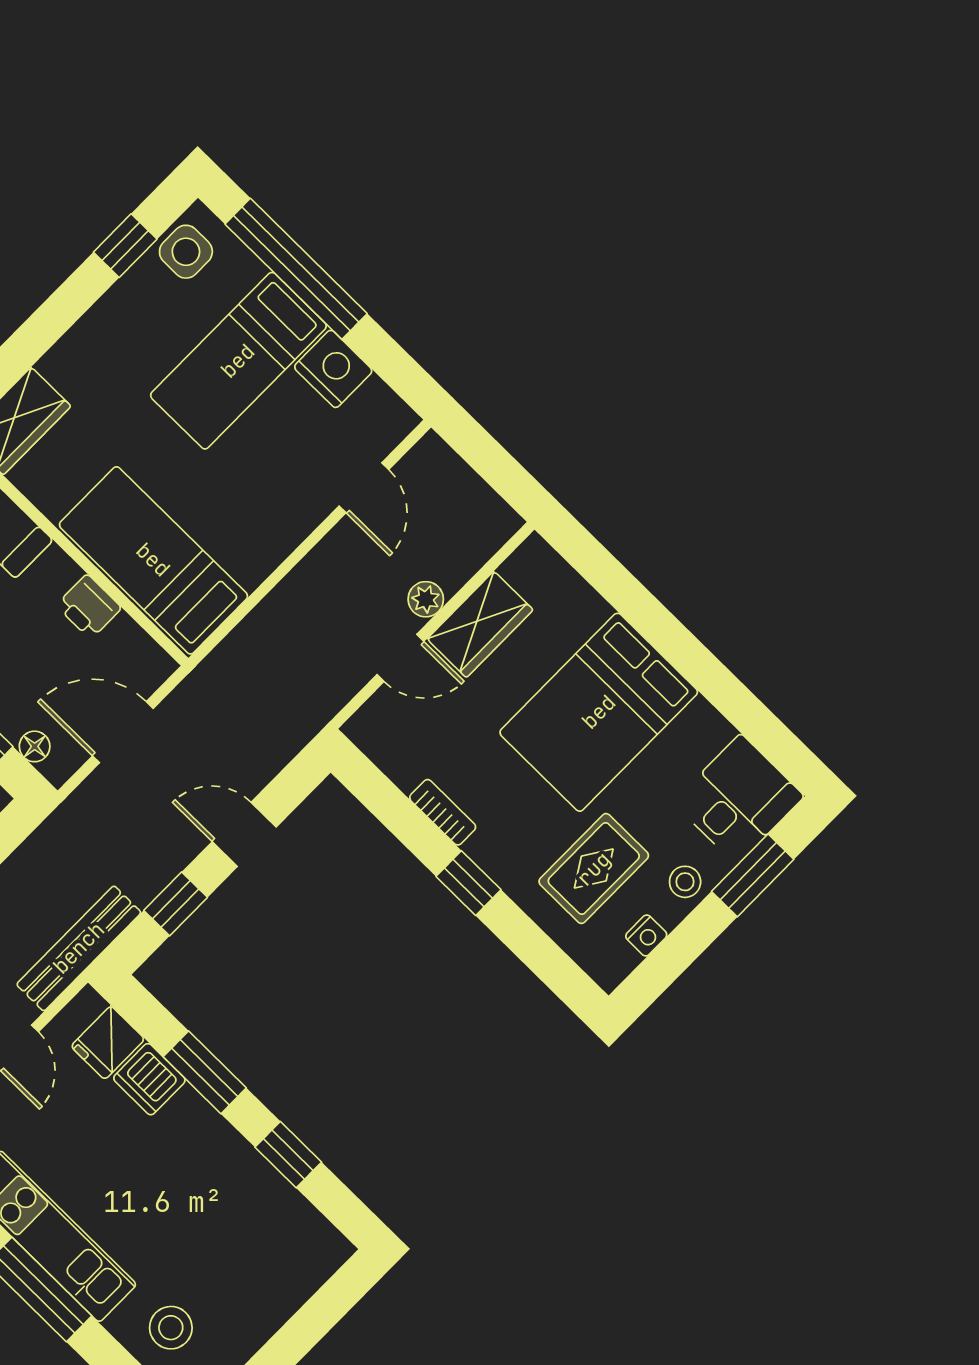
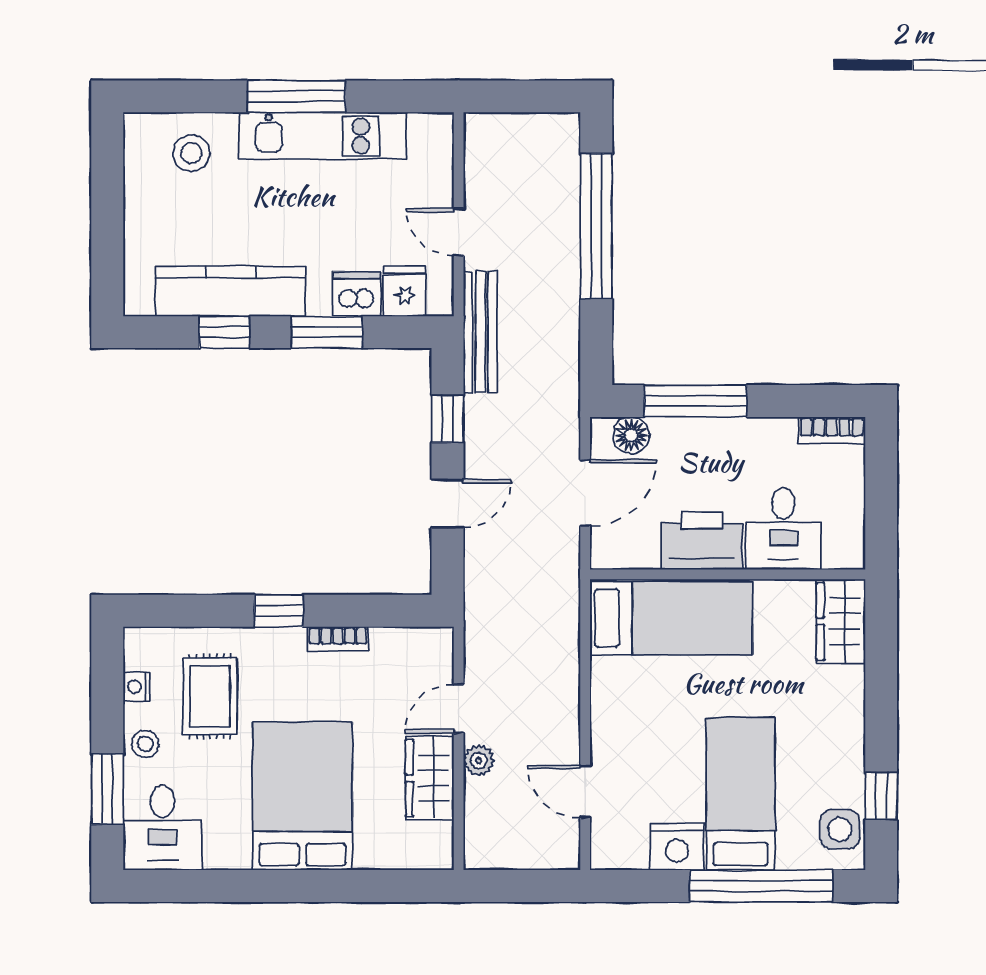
printer: (89, 607) -> (702, 540), width x1.87, depth x1.48
floor lamp: (35, 746) -> (631, 435), width x1.37, depth x1.37
kitchen counter: (250, 1183) -> (230, 291), added

